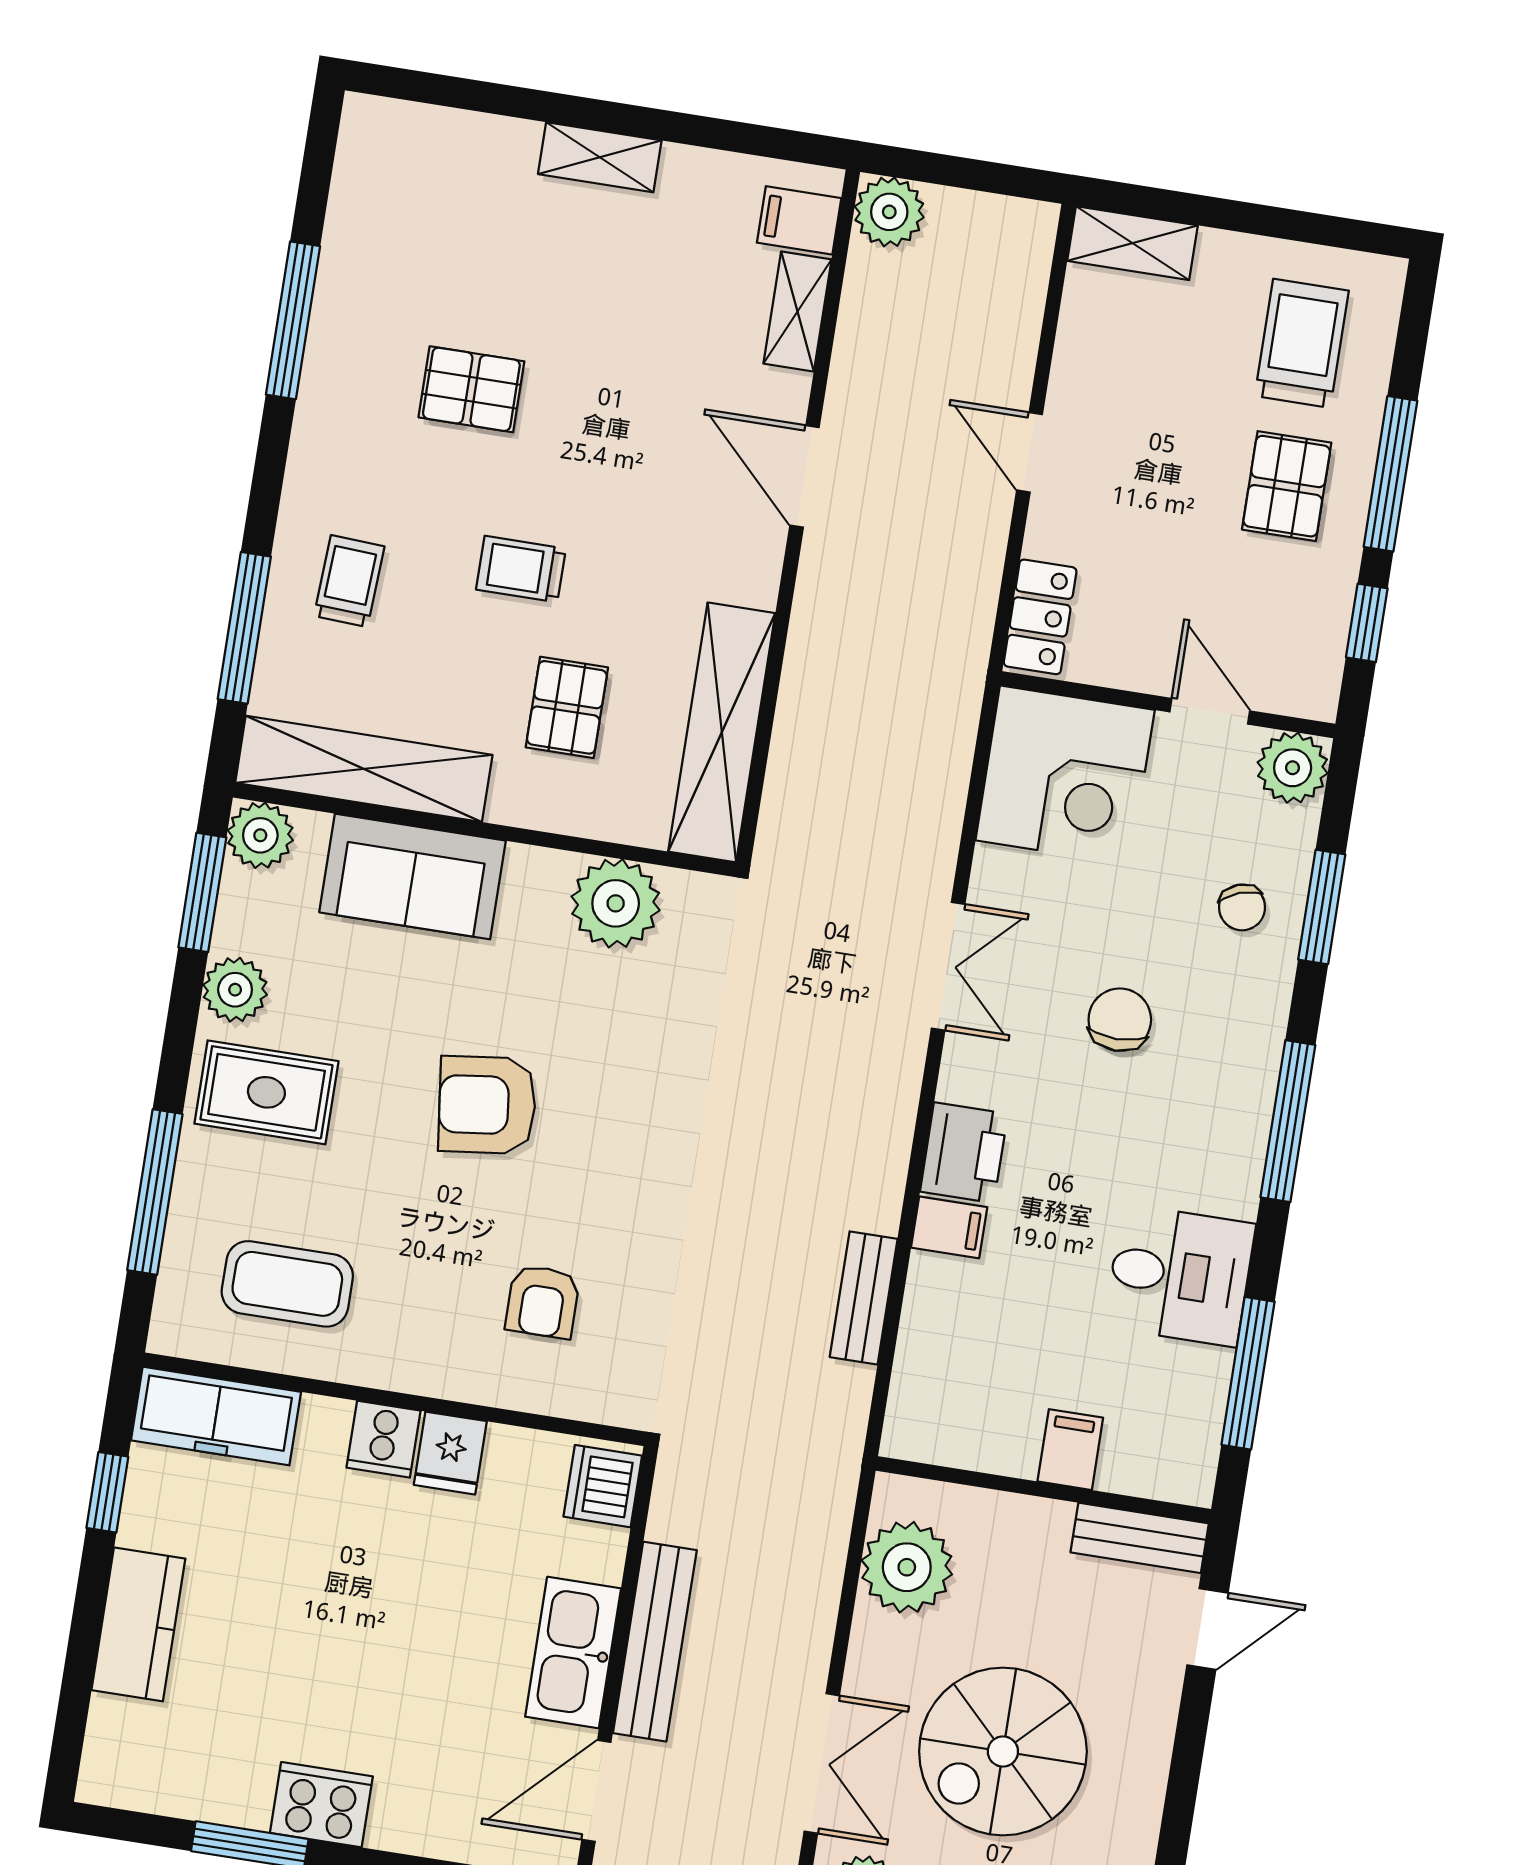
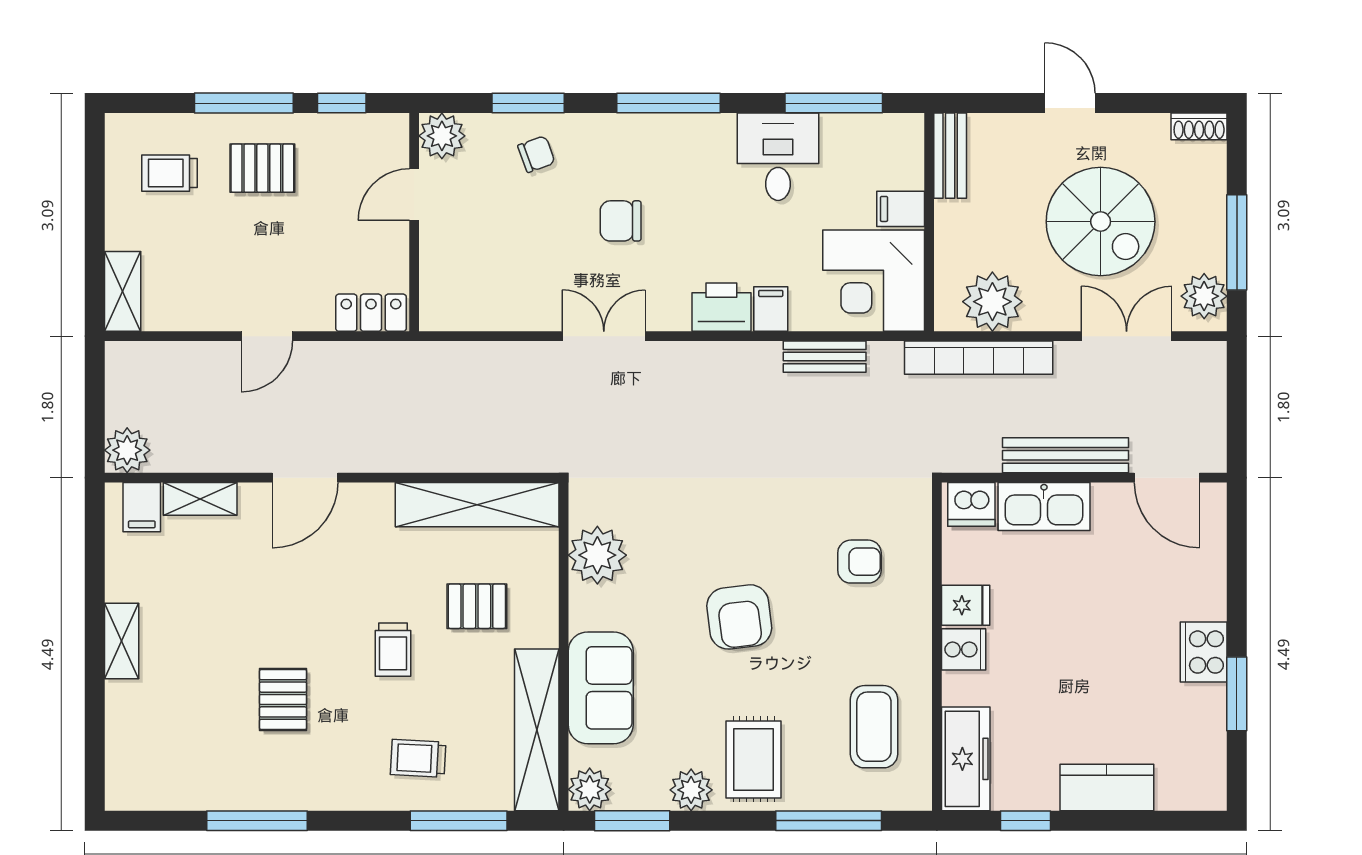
trolley: (1302, 343) -> (170, 173), width x0.73, depth x0.72
corner desk: (1065, 775) -> (874, 281), moved, turned 180
bookcase: (825, 1533) -> (979, 358), added
door: (1207, 1629) -> (1070, 103), moved
kitchen sink: (573, 1652) -> (1044, 507), moved

